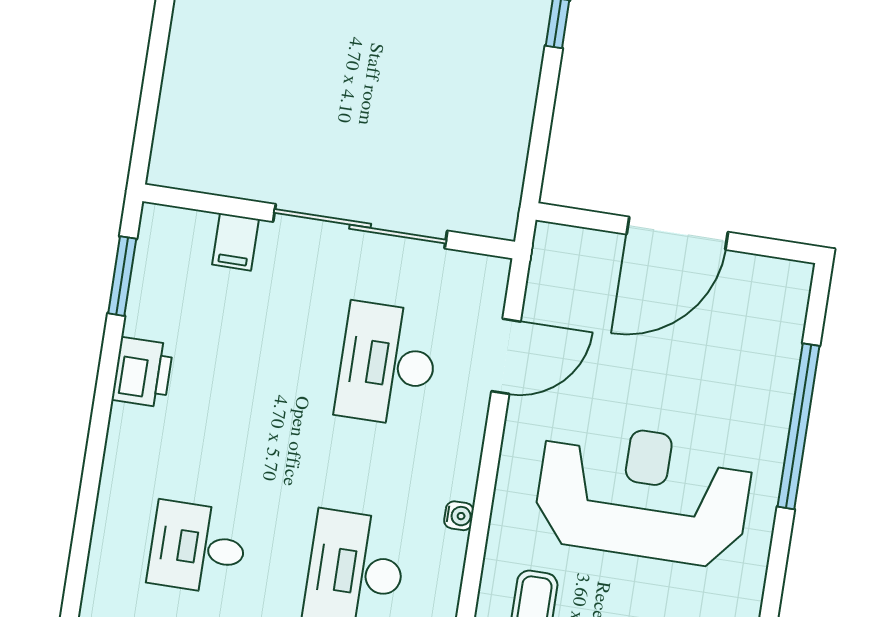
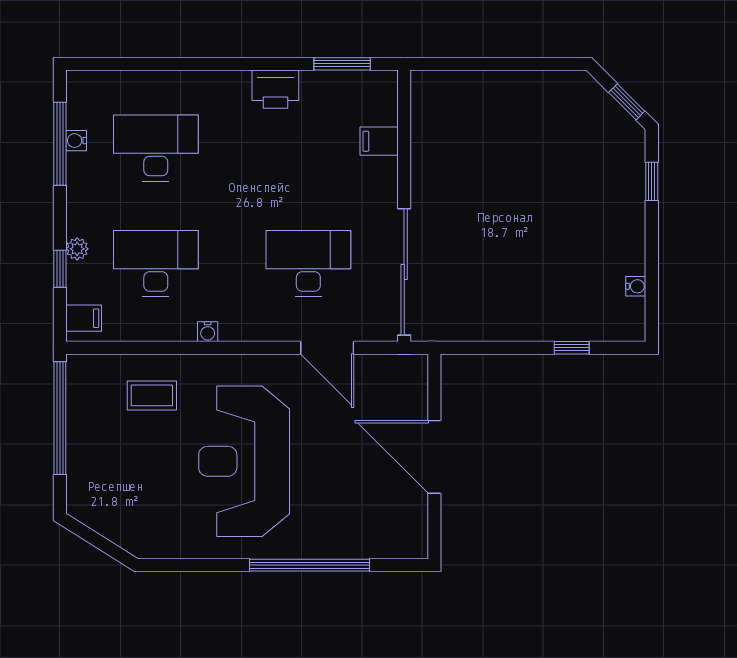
sliding door: (360, 226) -> (404, 272), moved
reception desk: (643, 494) -> (244, 461), turned 180
desk: (198, 548) -> (156, 148), width x1.37

